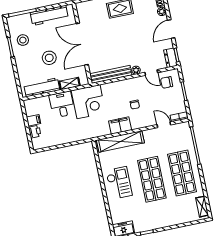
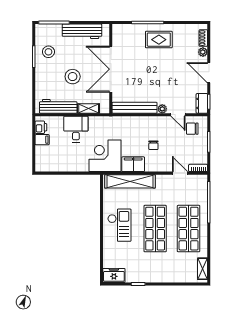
door: (171, 29) -> (209, 73), hinge flipped
corner desk: (88, 102) -> (105, 156), moved, turned 180
printer: (35, 132) -> (41, 127), moved

